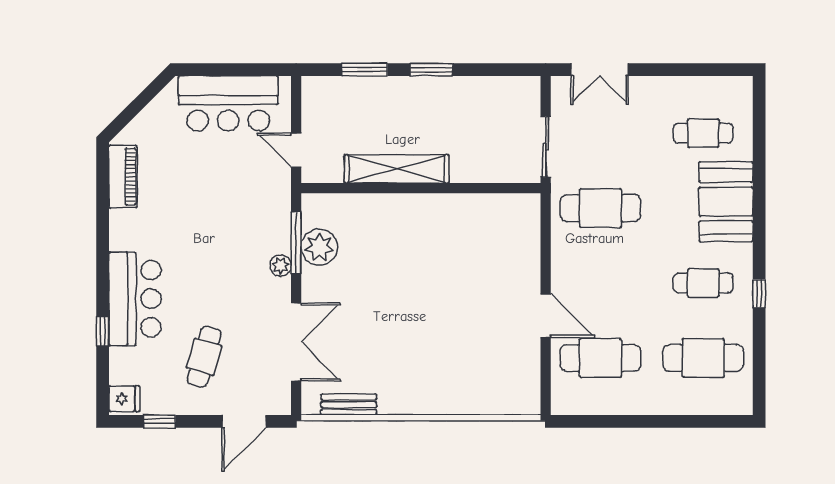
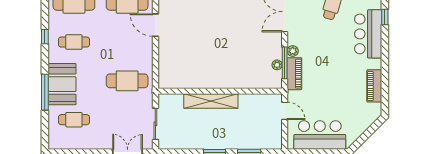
sliding door: (546, 147) -> (155, 124), moved
shelving: (396, 169) -> (211, 101), moved
piano: (123, 177) -> (374, 86), moved
window: (759, 186) -> (45, 92), added
piano: (277, 222) -> (294, 74), added
plant: (319, 247) -> (277, 65), width x0.53, depth x0.53

